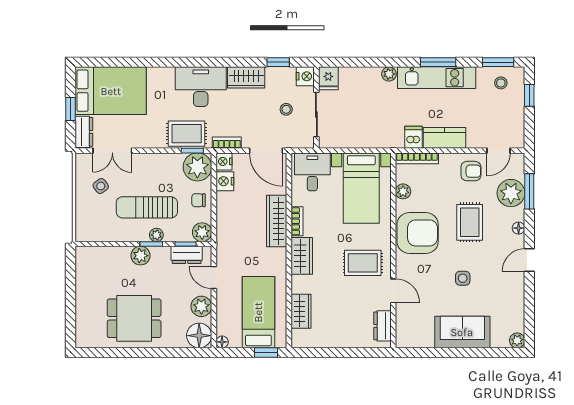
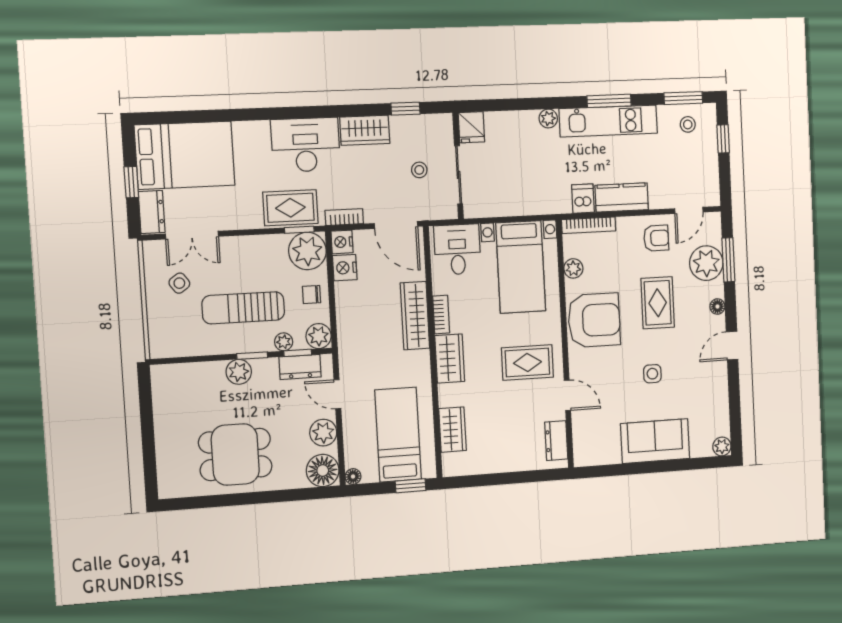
nightstand: (305, 76) -> (442, 126), removed
plant: (156, 235) -> (284, 342), moved

